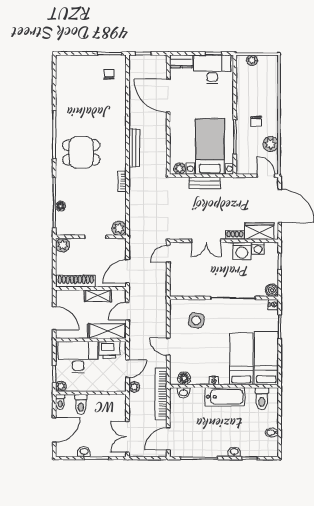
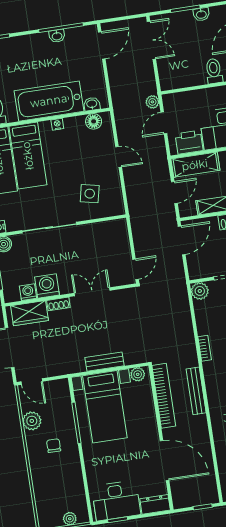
bookcase: (161, 394) -> (164, 396), moved
bathtub: (225, 397) -> (49, 101), width x1.36, depth x1.36
washbasin: (234, 452) -> (57, 36), moved

